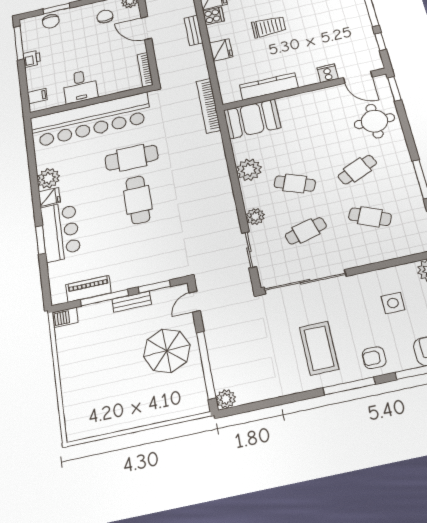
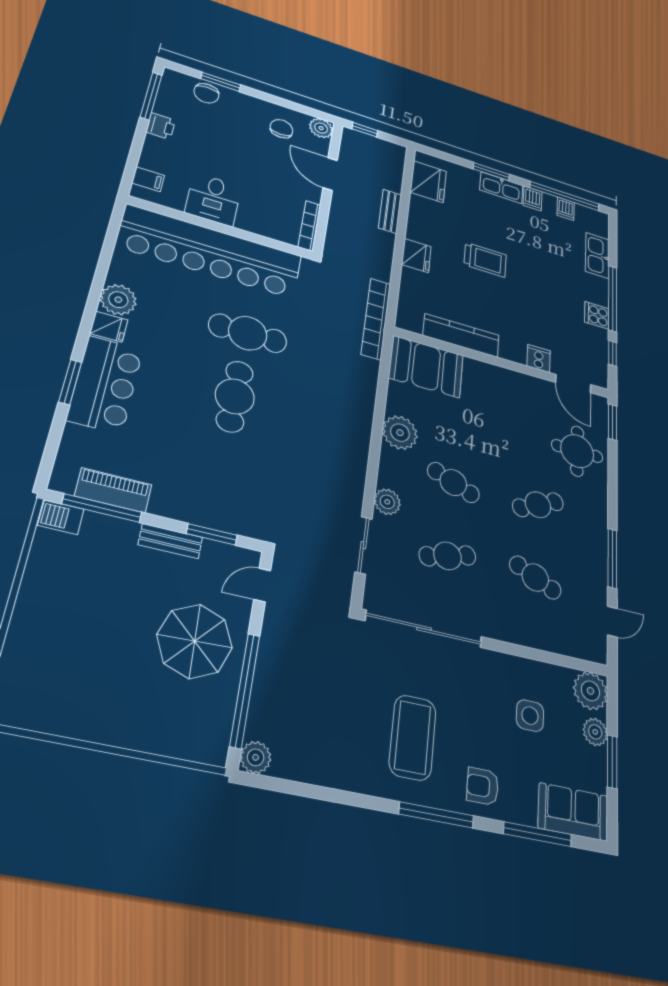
cooker: (213, 16) -> (597, 315), moved, turned 180
window: (104, 298) -> (102, 508), moved

